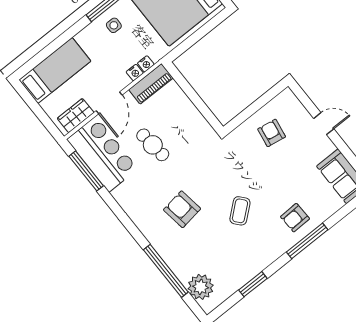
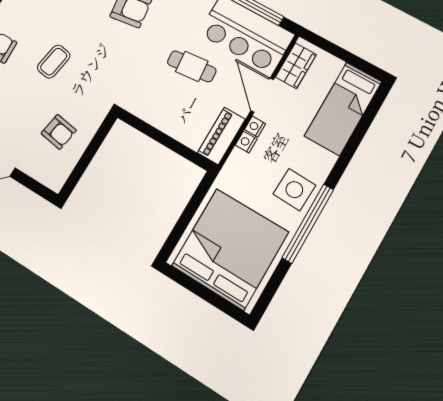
side table: (114, 25) -> (294, 190), width x1.87, depth x1.87
nightstand: (146, 64) -> (255, 127), moved
coffee table: (240, 211) -> (54, 62), moved, turned 49

